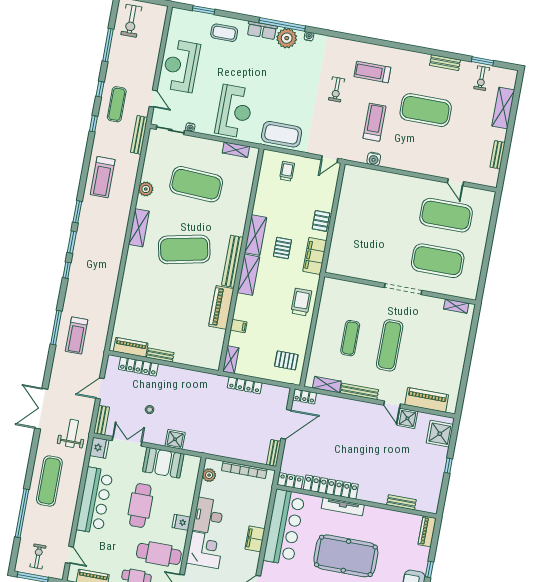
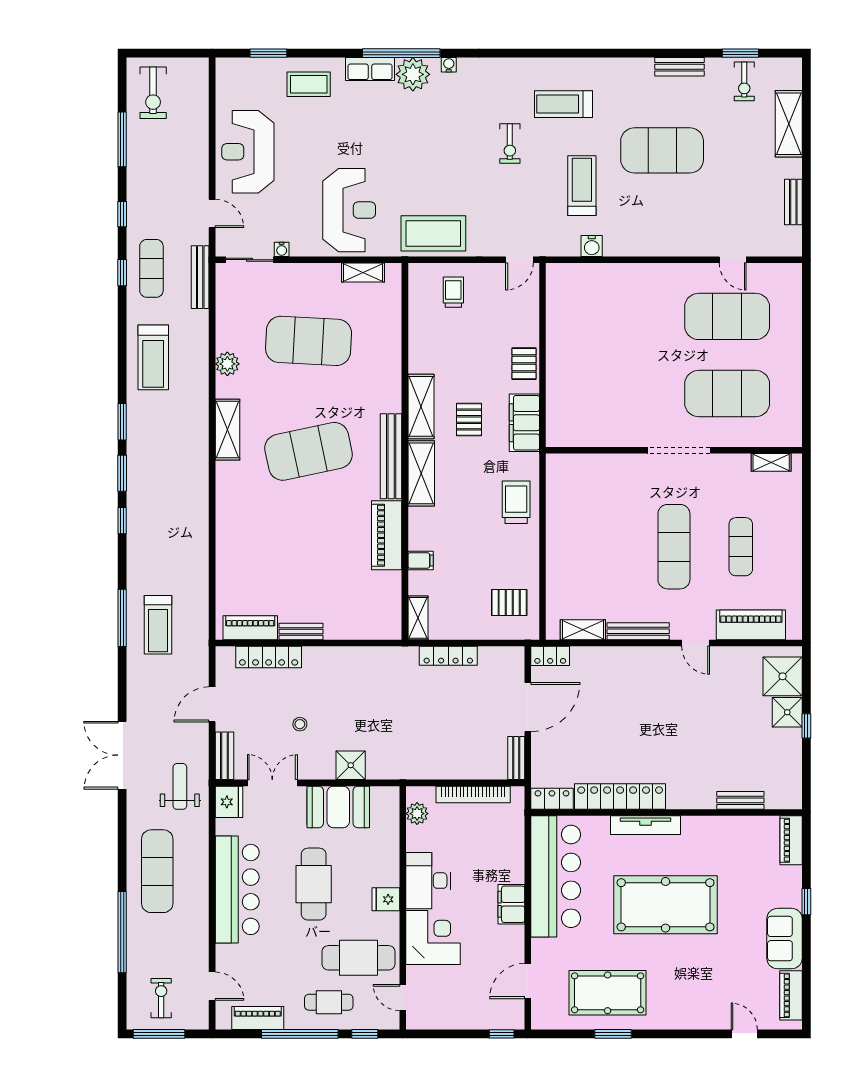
exercise mat: (117, 104) -> (151, 268), moved
exercise mat: (350, 338) -> (741, 547), moved
shower: (407, 418) -> (787, 712), moved

